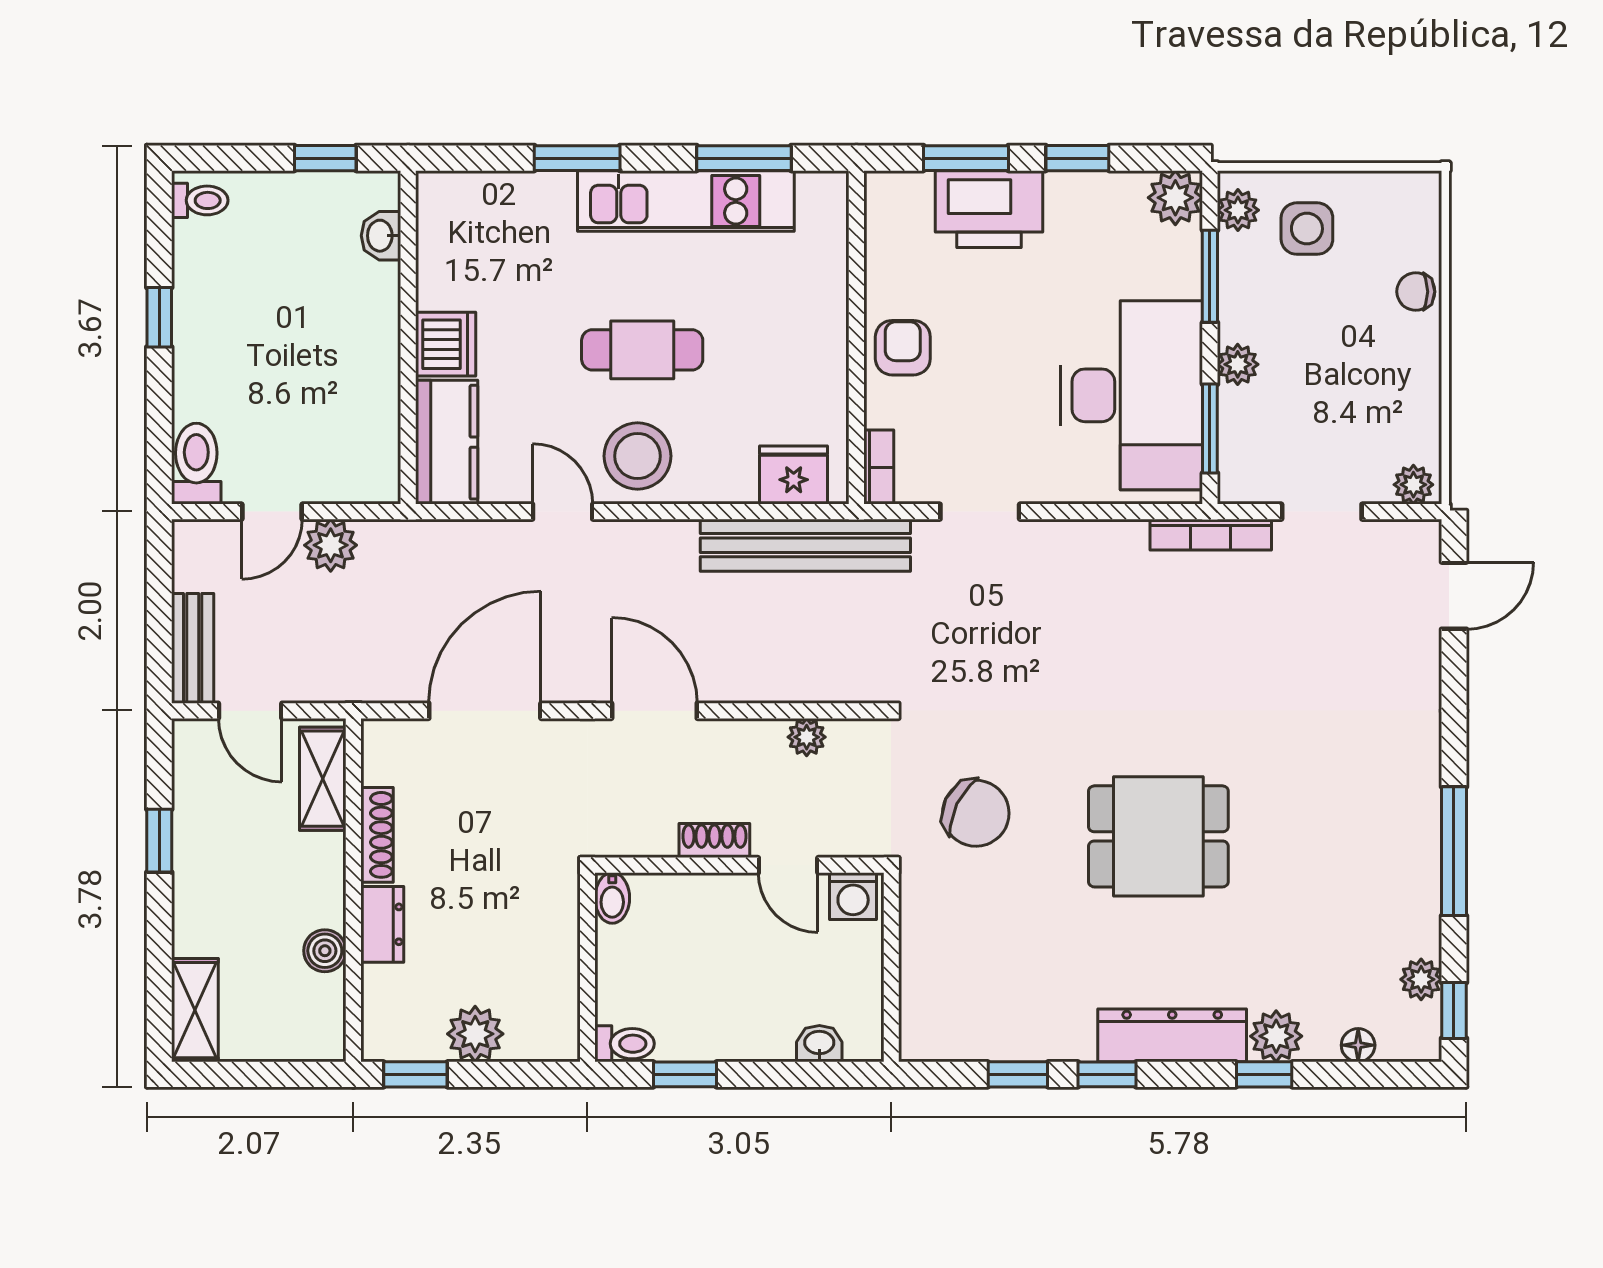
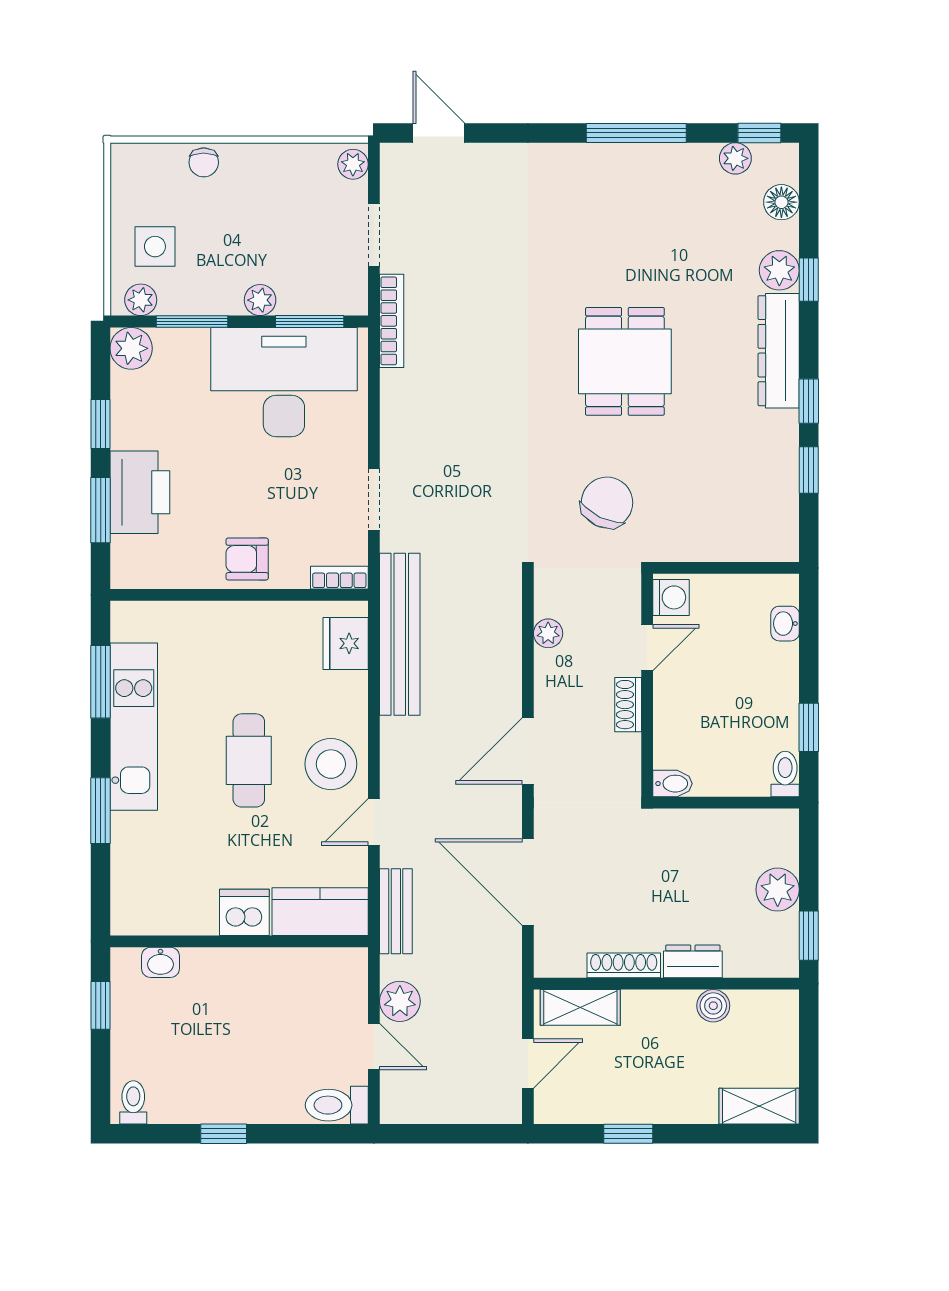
bench: (193, 648) -> (396, 911), moved, turned 90
floor lamp: (1358, 1045) -> (781, 202), width x1.37, depth x1.37

